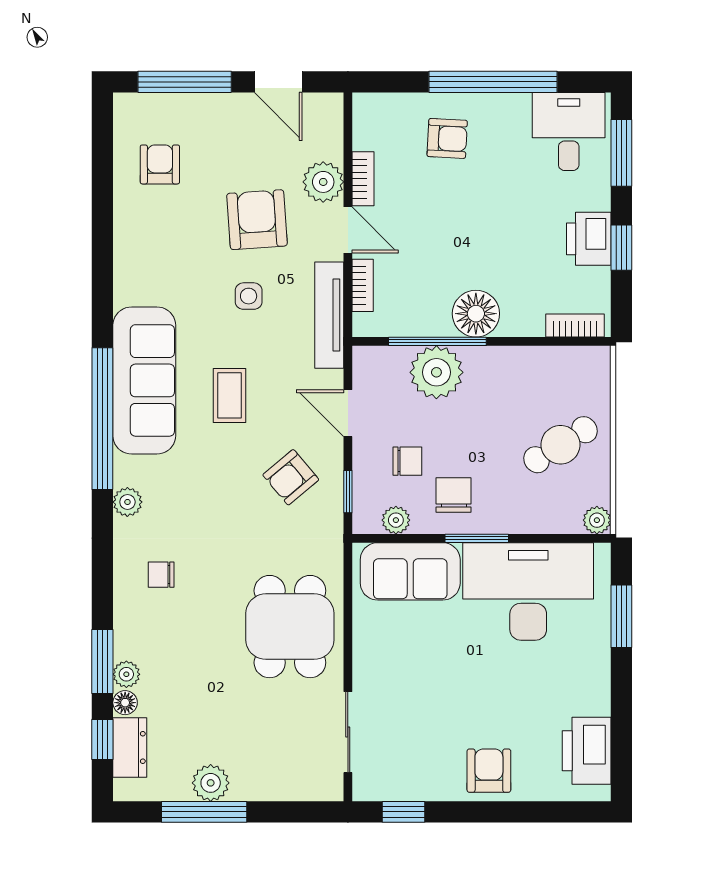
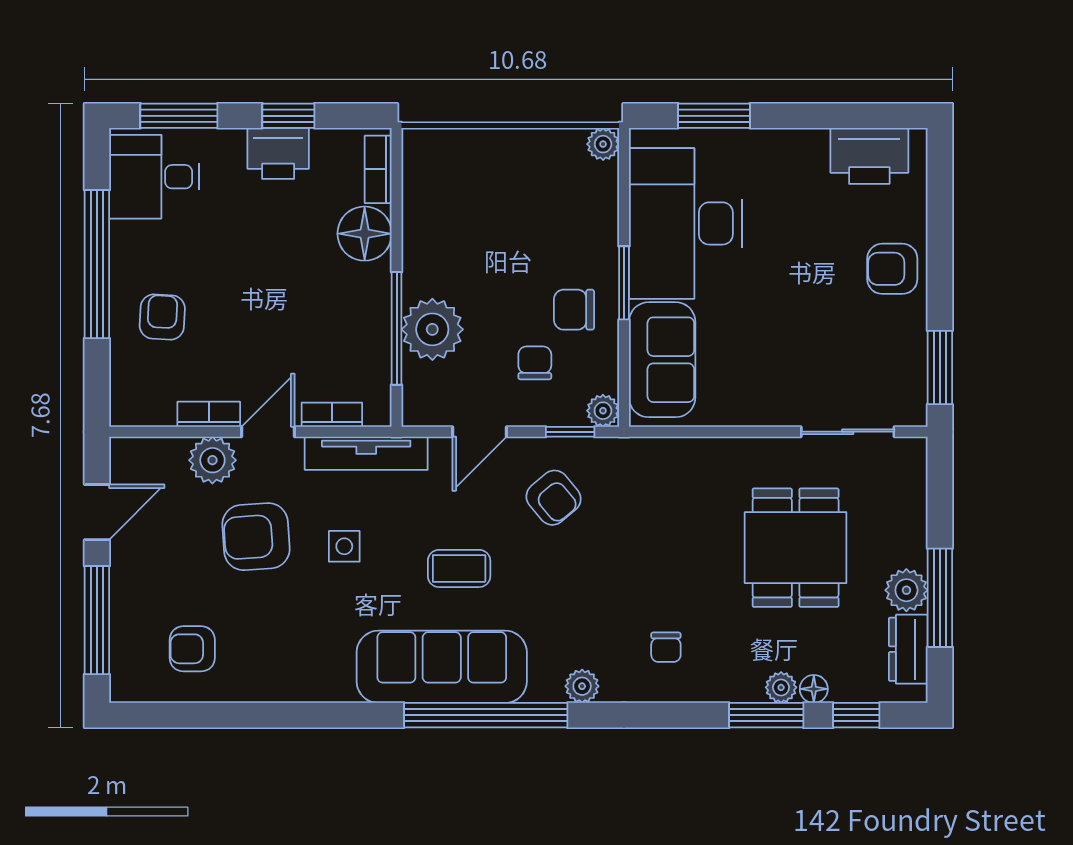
floor lamp: (476, 314) -> (365, 234), moved
cafe table: (561, 445) -> (516, 186), removed
plant: (396, 520) -> (603, 411), moved
dining table: (290, 627) -> (796, 548), moved, turned 90
dresser: (130, 747) -> (908, 649), moved, turned -90
window: (404, 812) -> (940, 367), width x1.50

